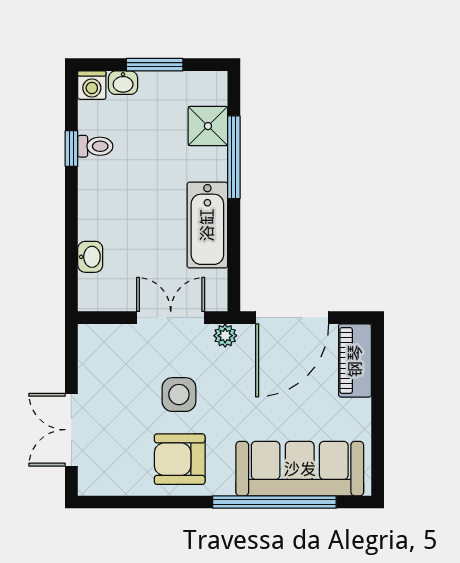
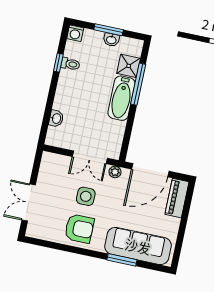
washbasin: (123, 83) -> (111, 40), moved
bathtub: (207, 225) -> (121, 98), moved
double door: (171, 318) -> (90, 157), swing flipped
armchair: (180, 459) -> (79, 229), turned 180
window: (274, 502) -> (122, 260), width x0.47

